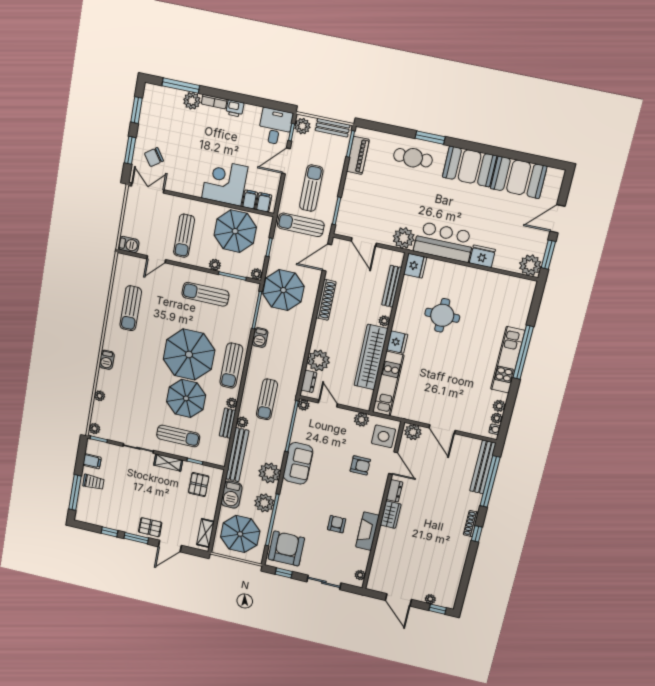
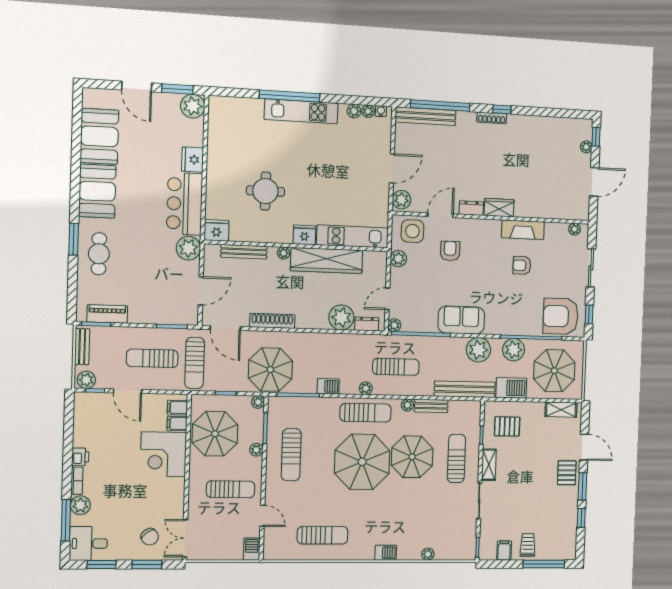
desk: (275, 127) -> (88, 543), moved
plant: (242, 422) -> (366, 388), moved
plant: (94, 429) -> (466, 554), removed

